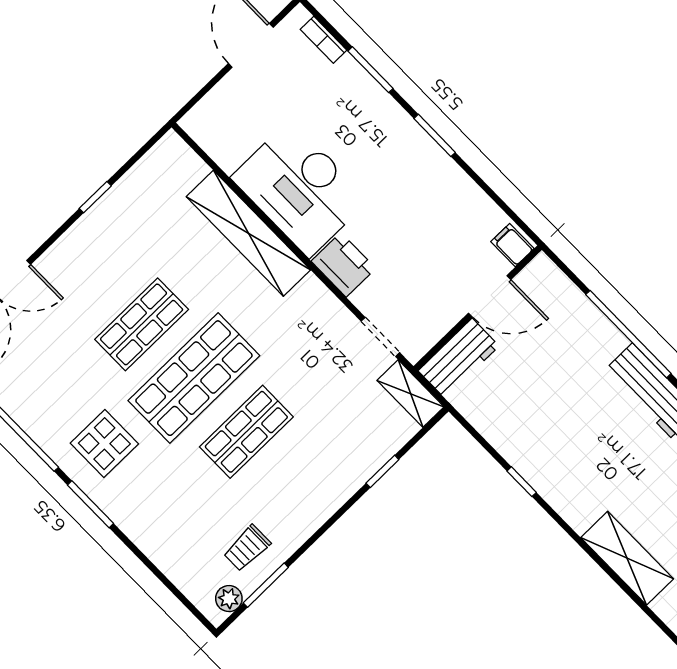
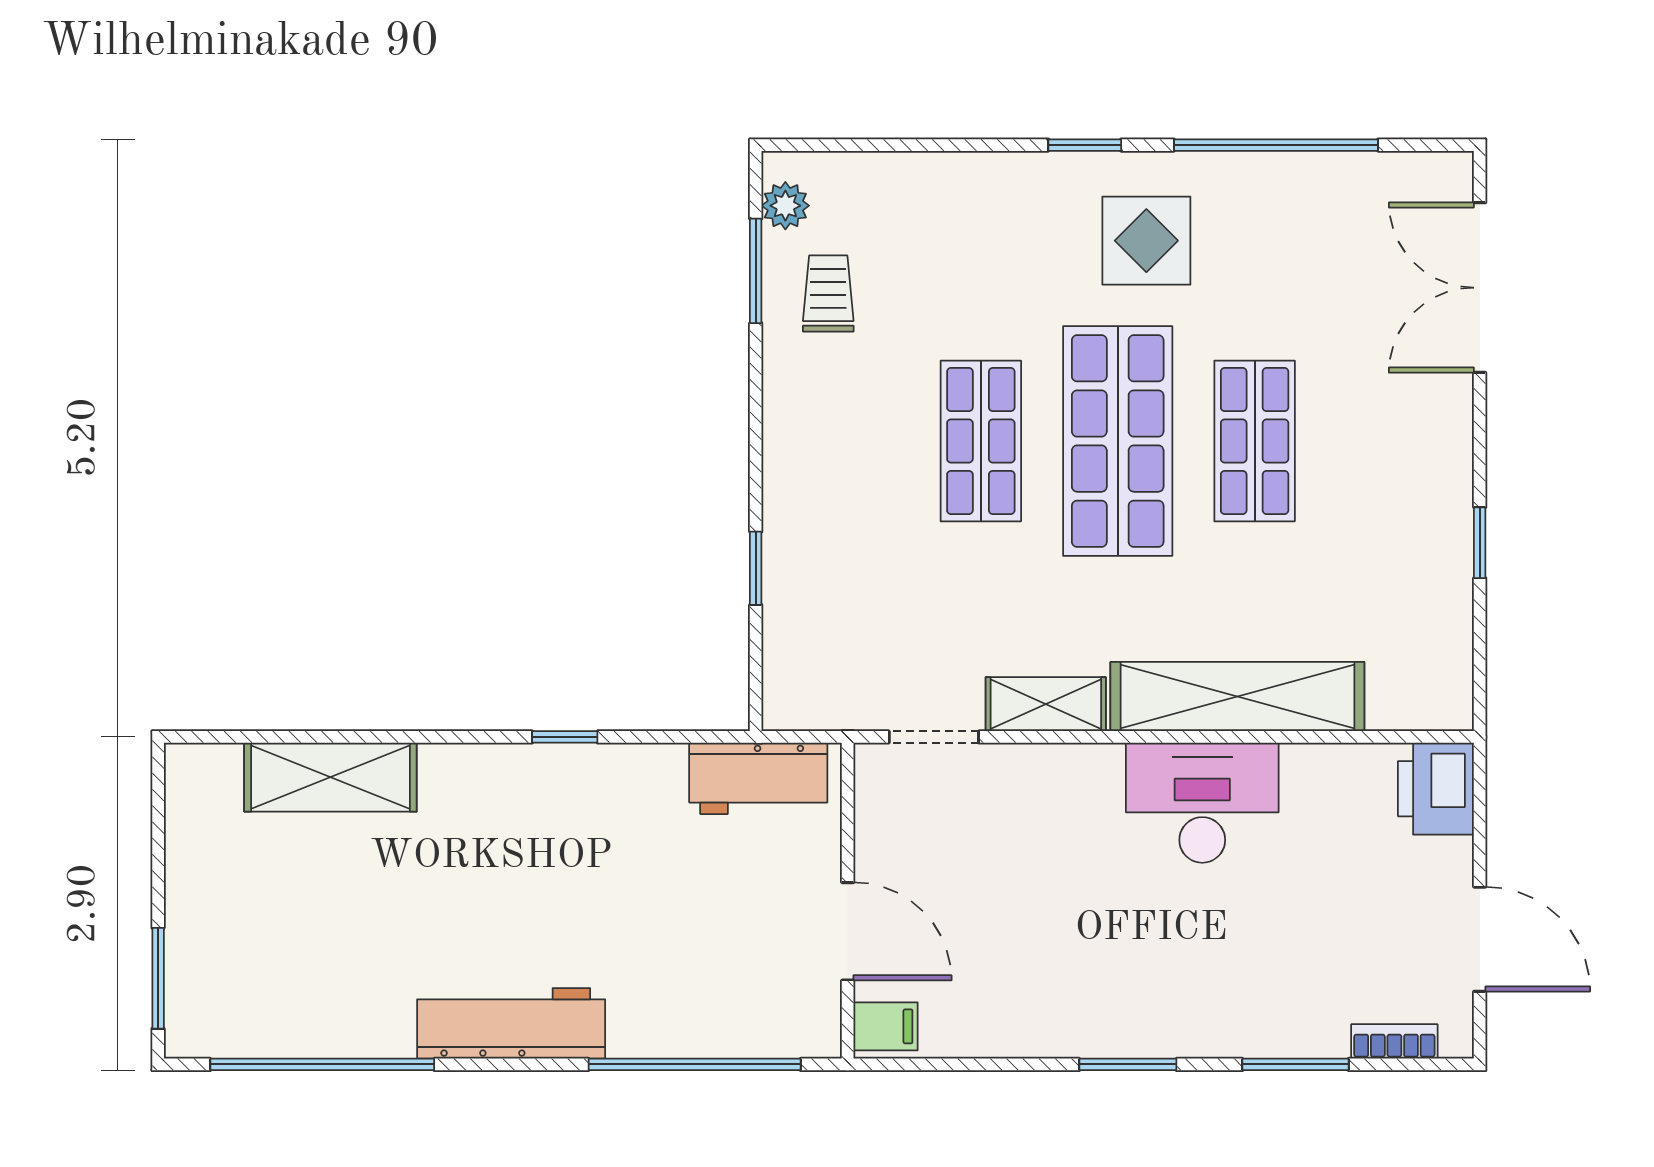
desk: (300, 189) -> (1202, 803), width x0.73, depth x0.77
printer: (343, 265) -> (1436, 789), moved, turned 90
door: (490, 296) -> (848, 931), swing flipped
window: (628, 334) -> (695, 1064), moved
workbench: (459, 358) -> (758, 778), moved, turned -90
shelving: (411, 394) -> (1046, 704), moved
window: (90, 504) -> (1085, 145), width x0.67

